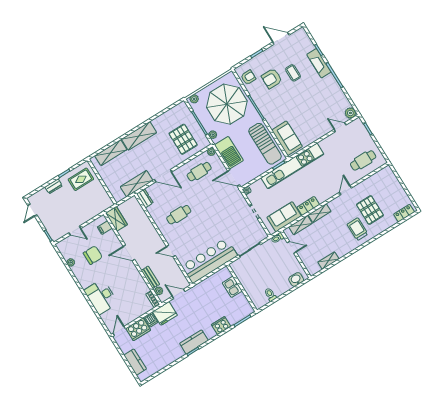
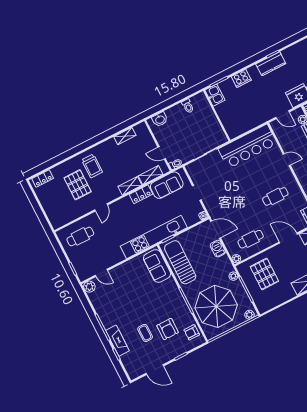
armchair: (272, 79) -> (168, 329), turned 90
barbecue: (229, 153) -> (218, 249), width x0.53, depth x0.65
kitchen sink: (232, 287) -> (215, 95), moved

